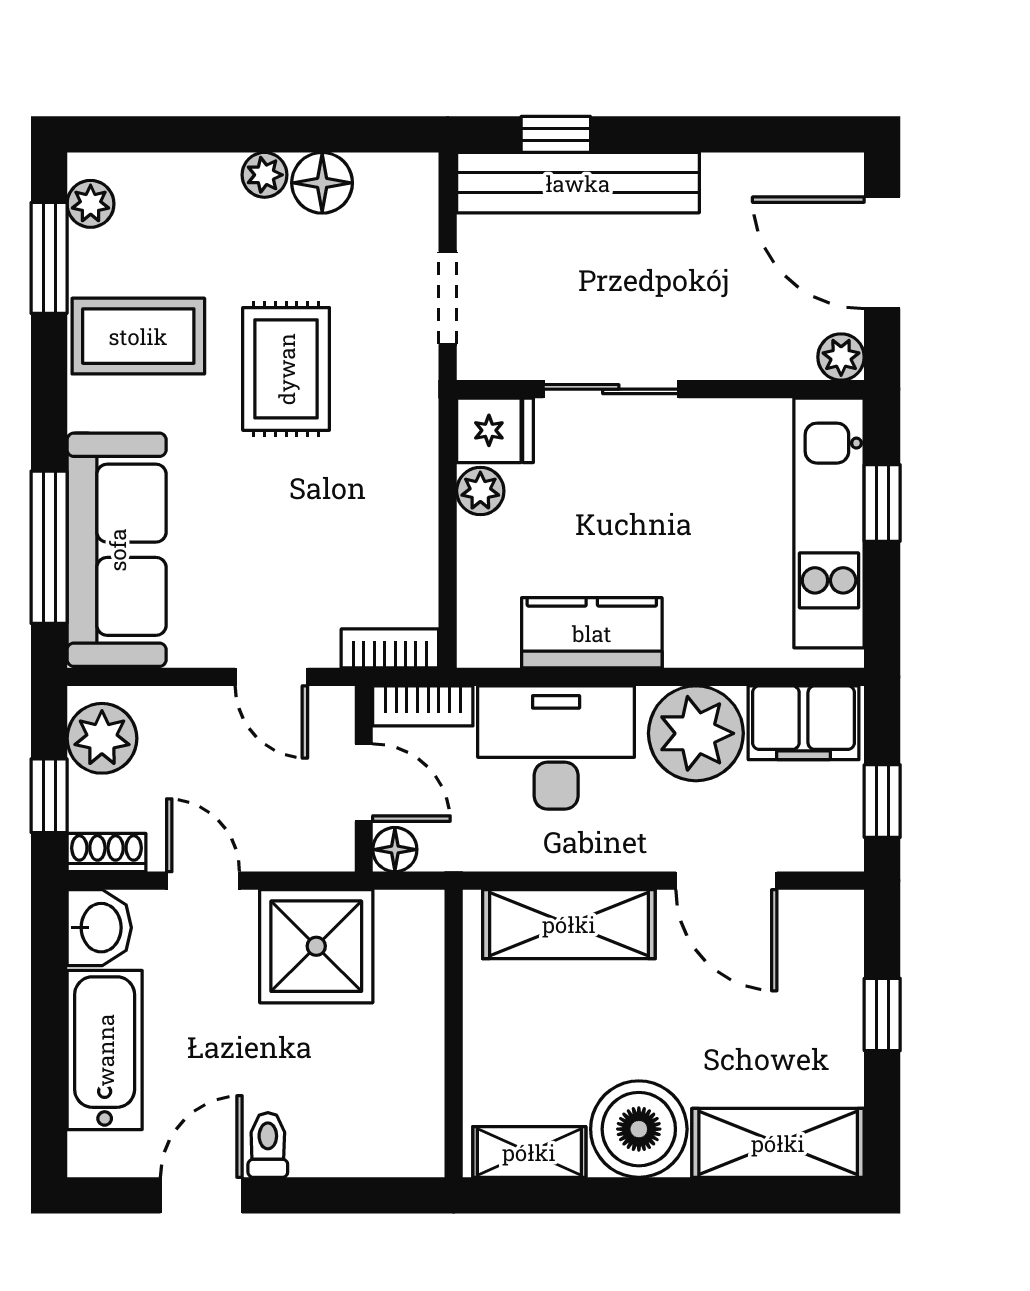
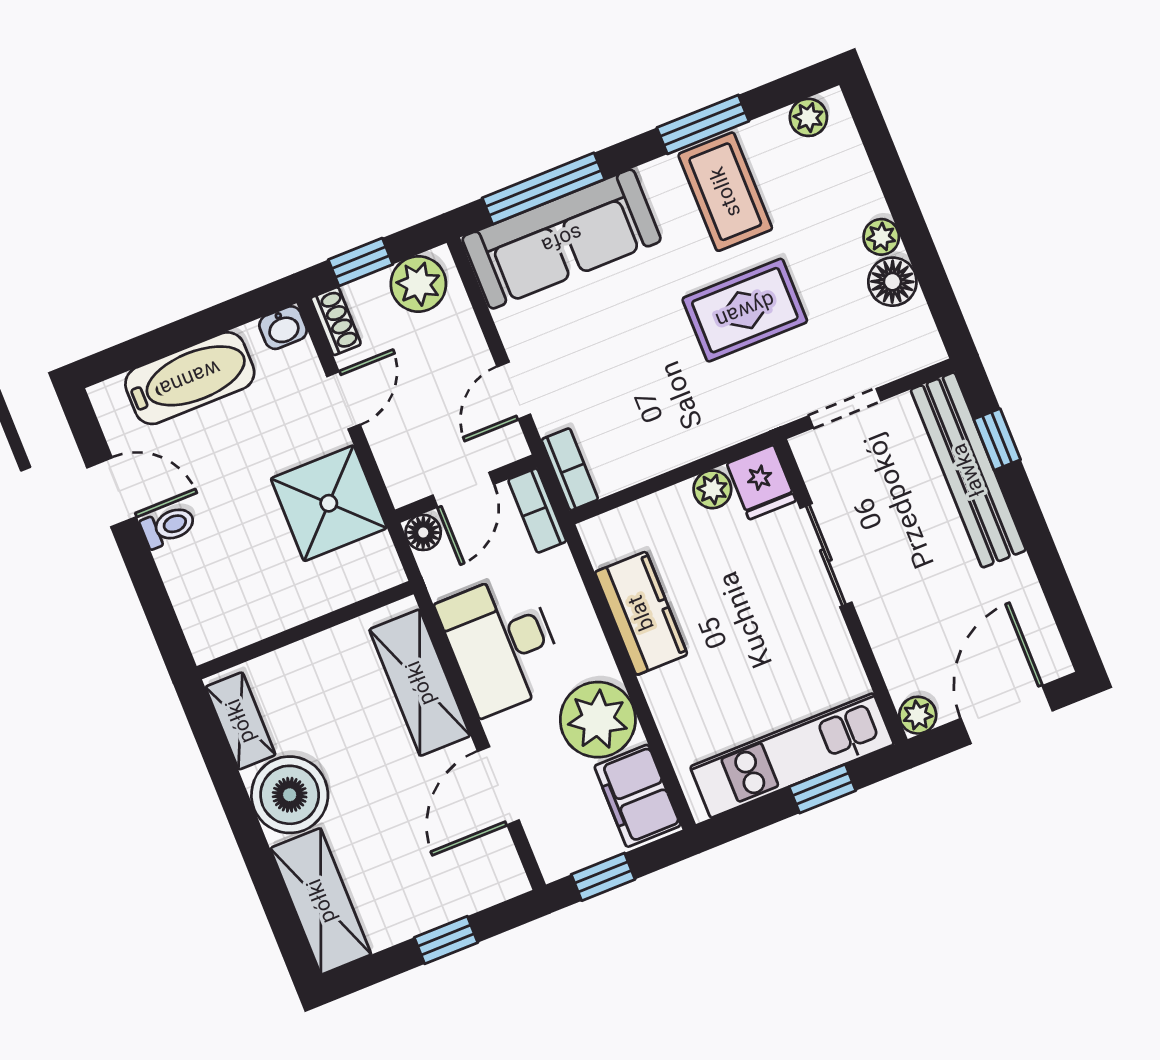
window: (49, 258) -> (703, 124), moved
desk: (556, 747) -> (502, 644), moved, turned 180
washbasin: (99, 928) -> (283, 328), width x0.72, depth x0.69

